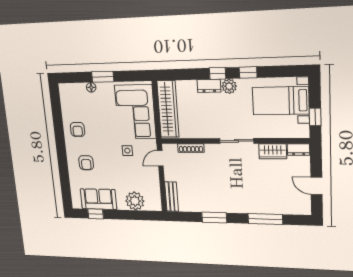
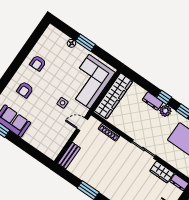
plant: (135, 201) -> (39, 141), removed

